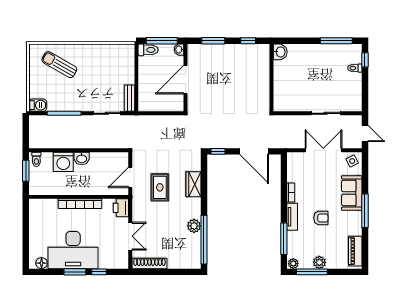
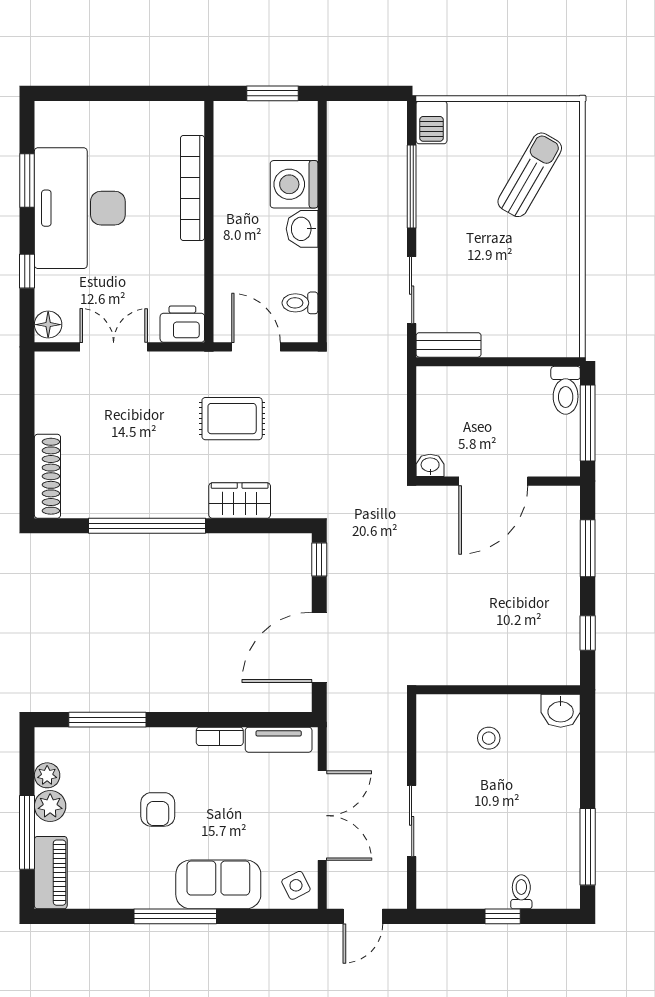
washbasin: (179, 50) -> (430, 465), moved
window: (365, 60) -> (503, 916), moved
door: (186, 80) -> (493, 481), swing flipped
stool: (292, 82) -> (489, 738), added
toilet: (36, 159) -> (300, 303), moved
bookcase: (80, 204) -> (193, 188), moved
tv unit: (292, 217) -> (279, 740), moved
plant: (194, 226) -> (139, 502), removed
double door: (130, 236) -> (114, 347), swing flipped
window: (204, 240) -> (147, 526), moved
piano: (355, 251) -> (51, 873), moved, turned 90
floor lamp: (42, 263) -> (48, 325), moved
shoe rack: (149, 263) -> (47, 476), moved
plant: (293, 264) -> (47, 775), moved
window: (75, 272) -> (27, 181), moved
window: (312, 272) -> (27, 832), moved

